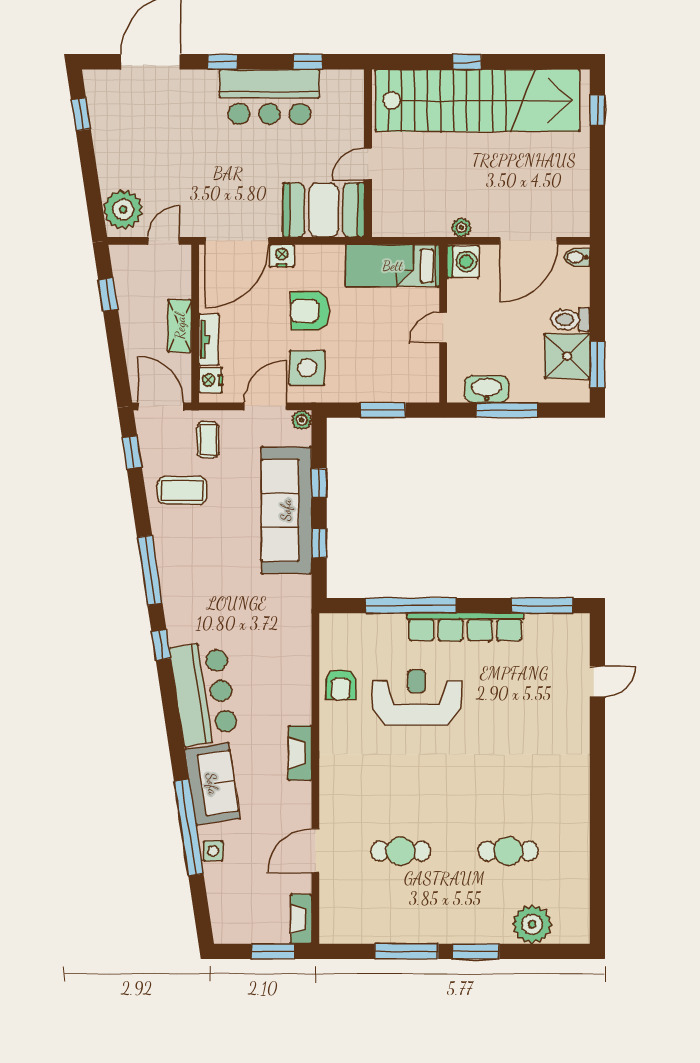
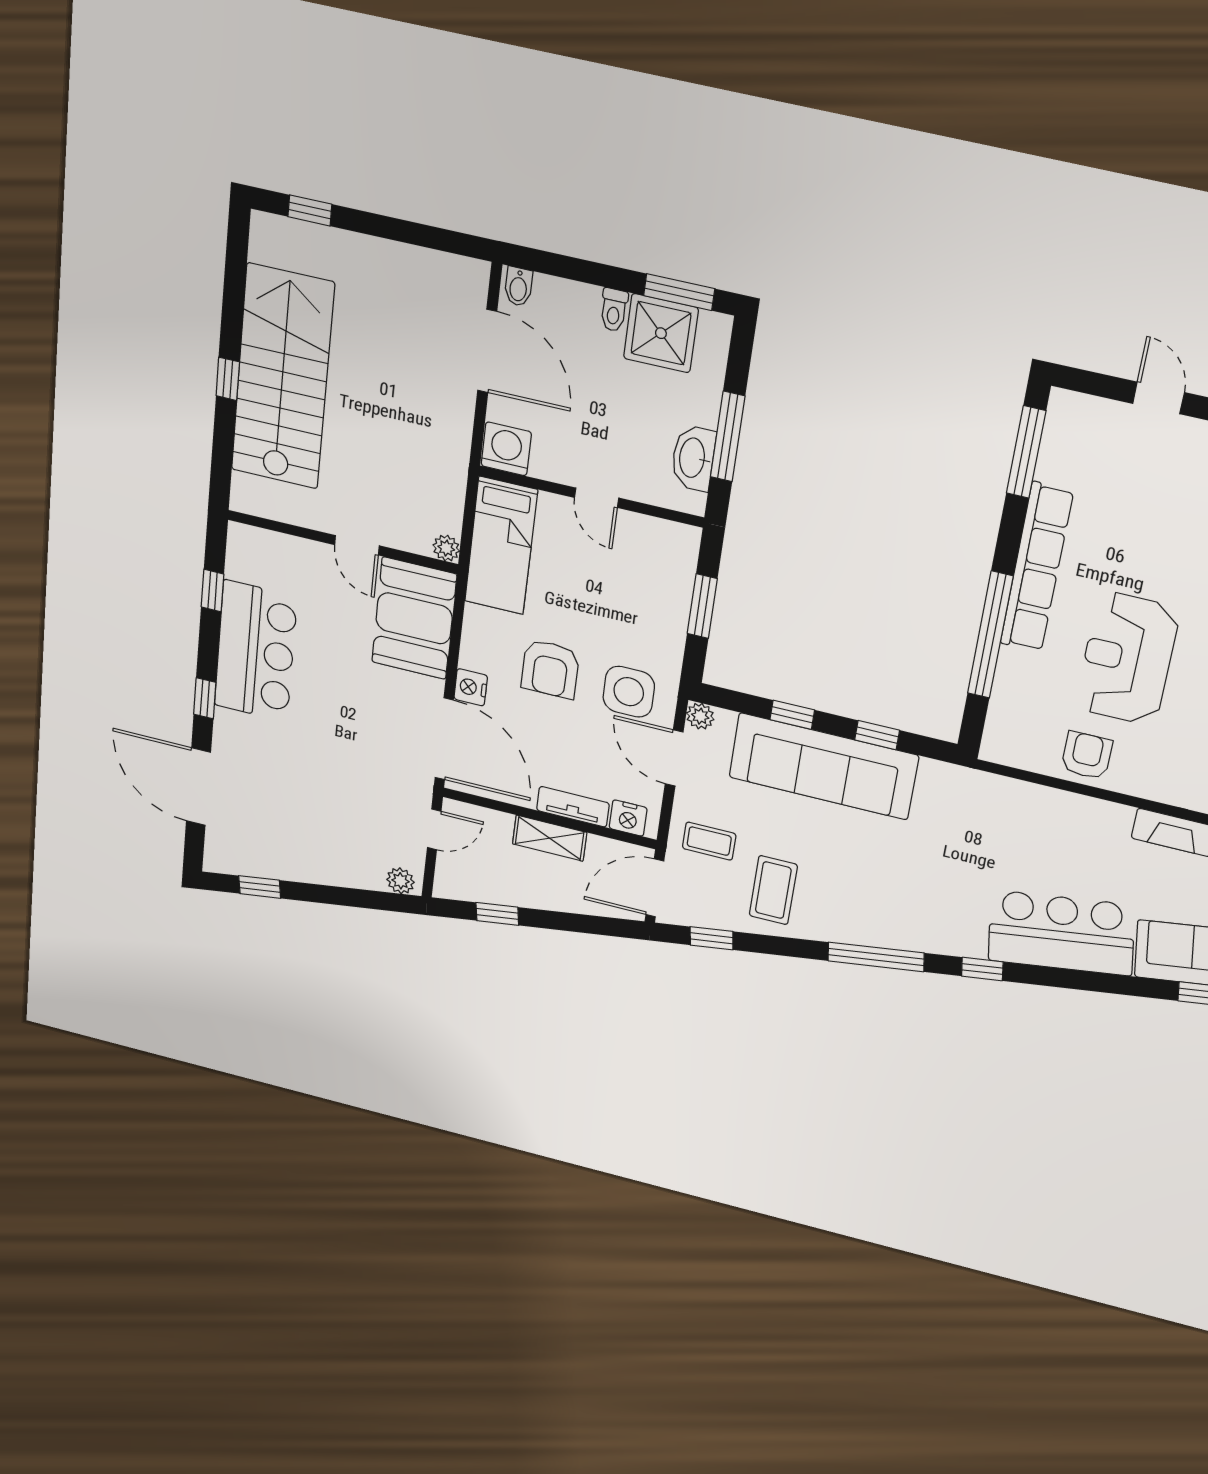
stairs: (478, 101) -> (282, 377), width x0.73
plant: (123, 210) -> (401, 881), width x0.53, depth x0.53
plant: (461, 227) -> (446, 548), moved
door: (164, 241) -> (434, 829), swing flipped
toilet: (570, 320) -> (614, 310), width x0.73, depth x0.72
armchair: (341, 685) -> (1087, 755), turned -90

